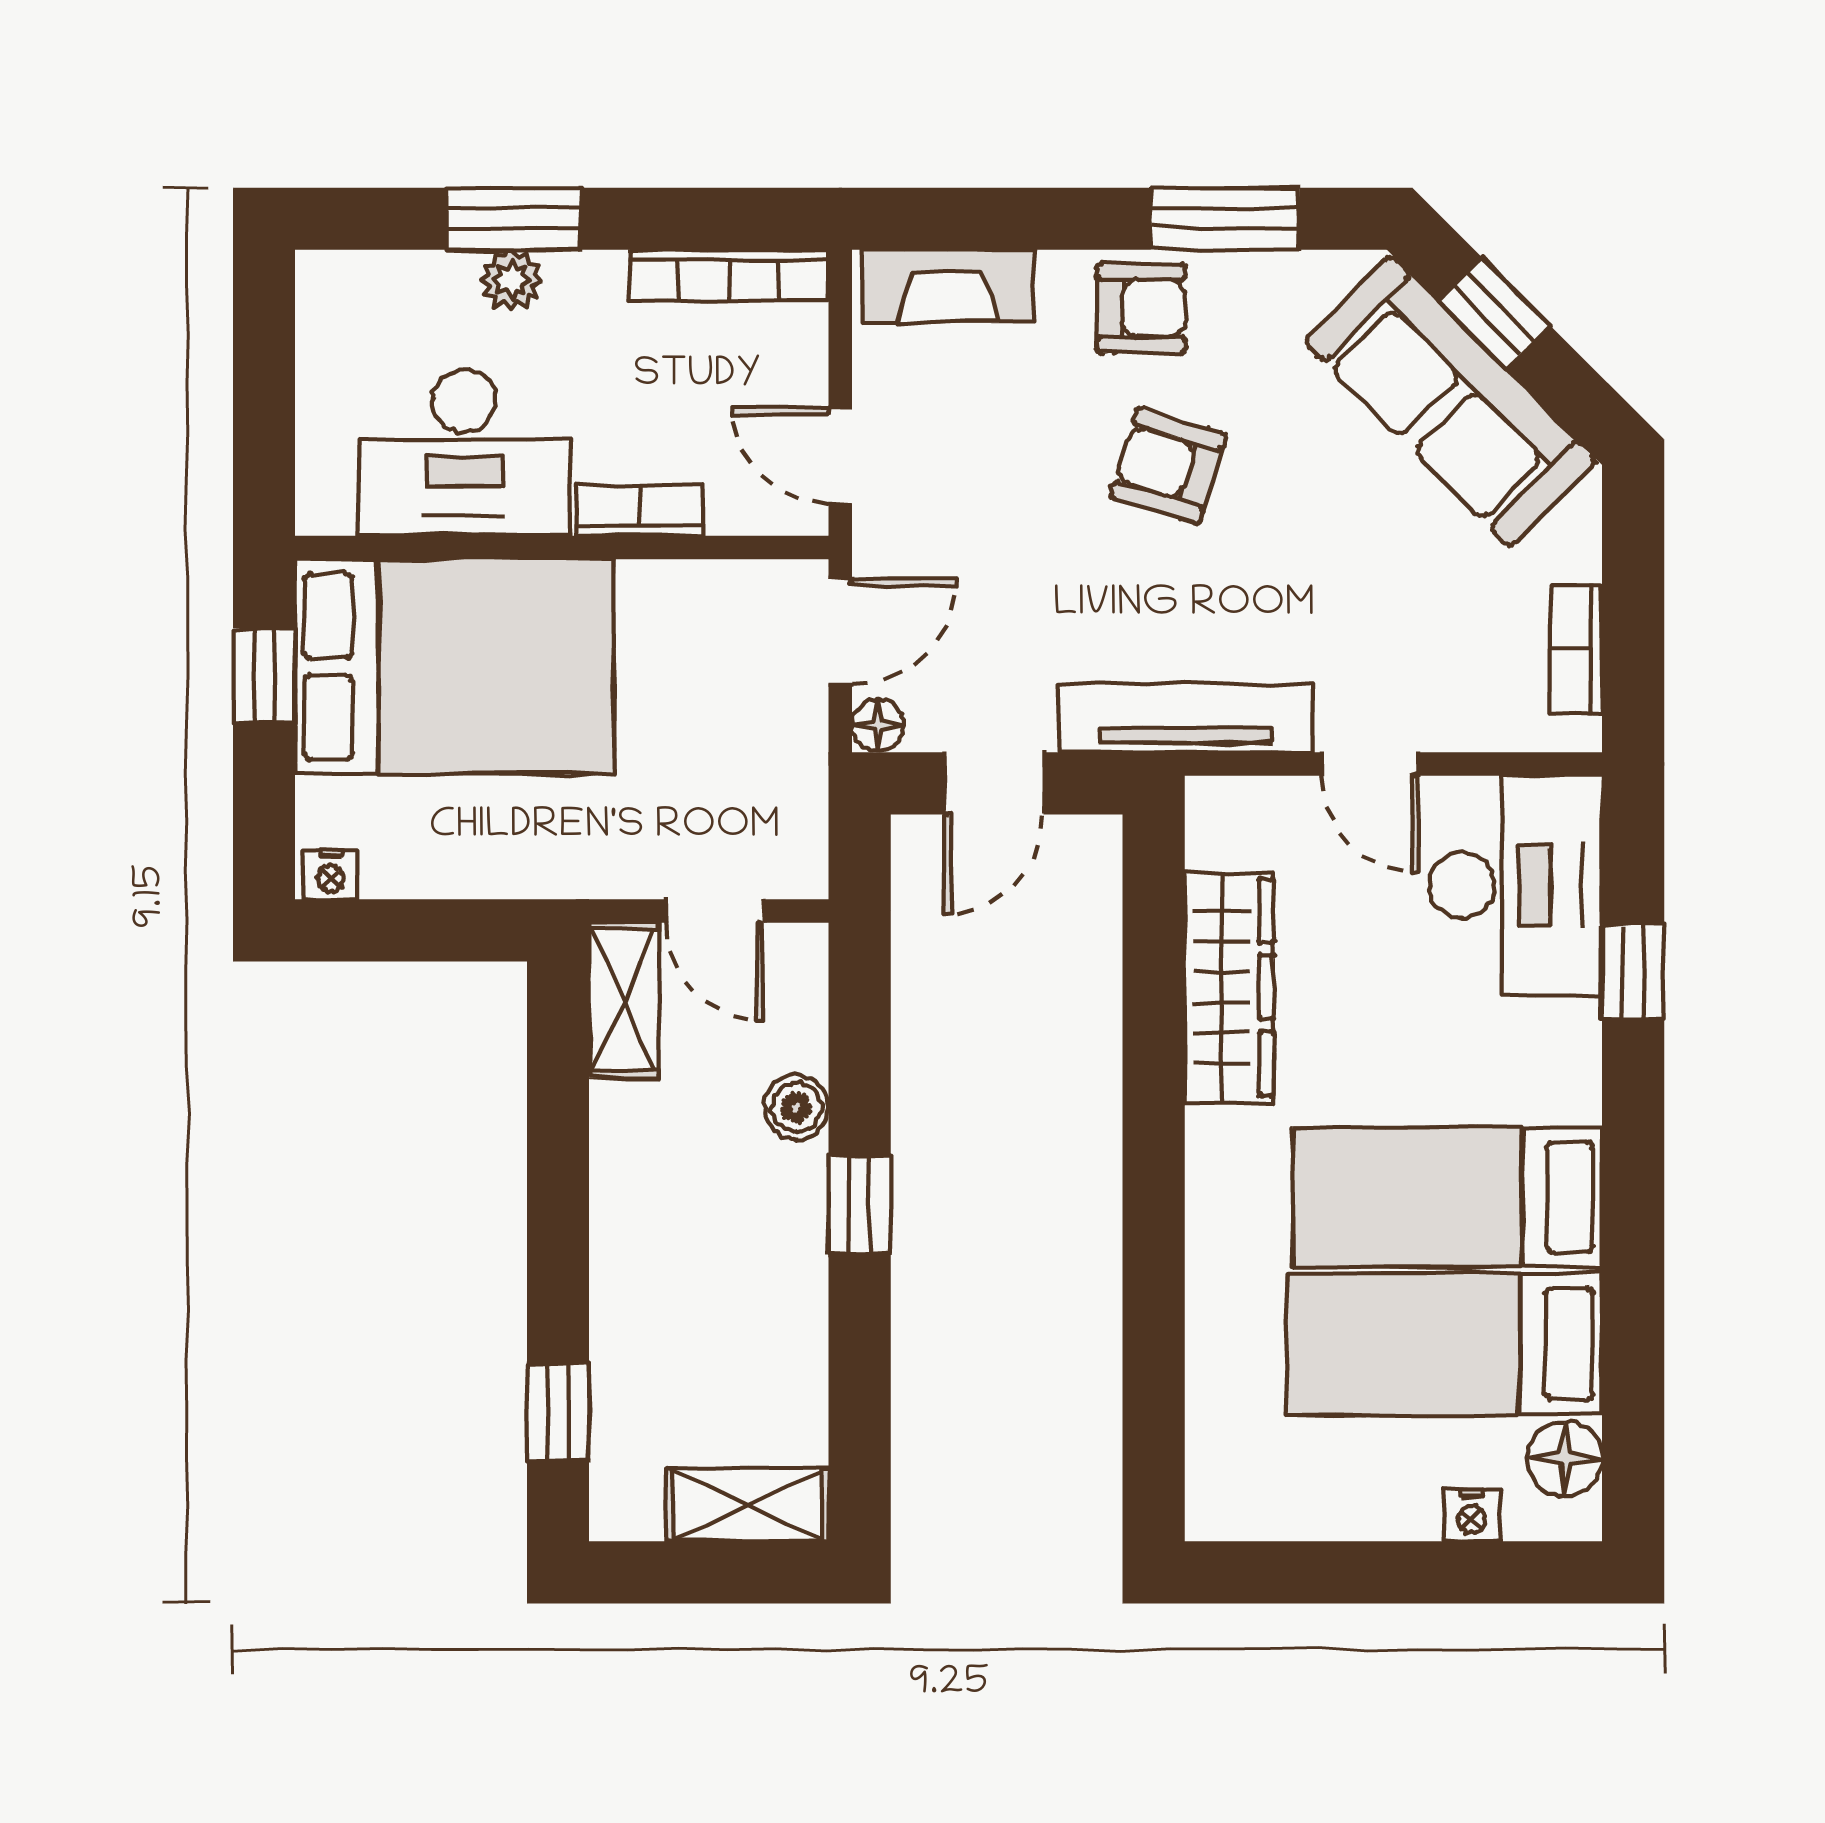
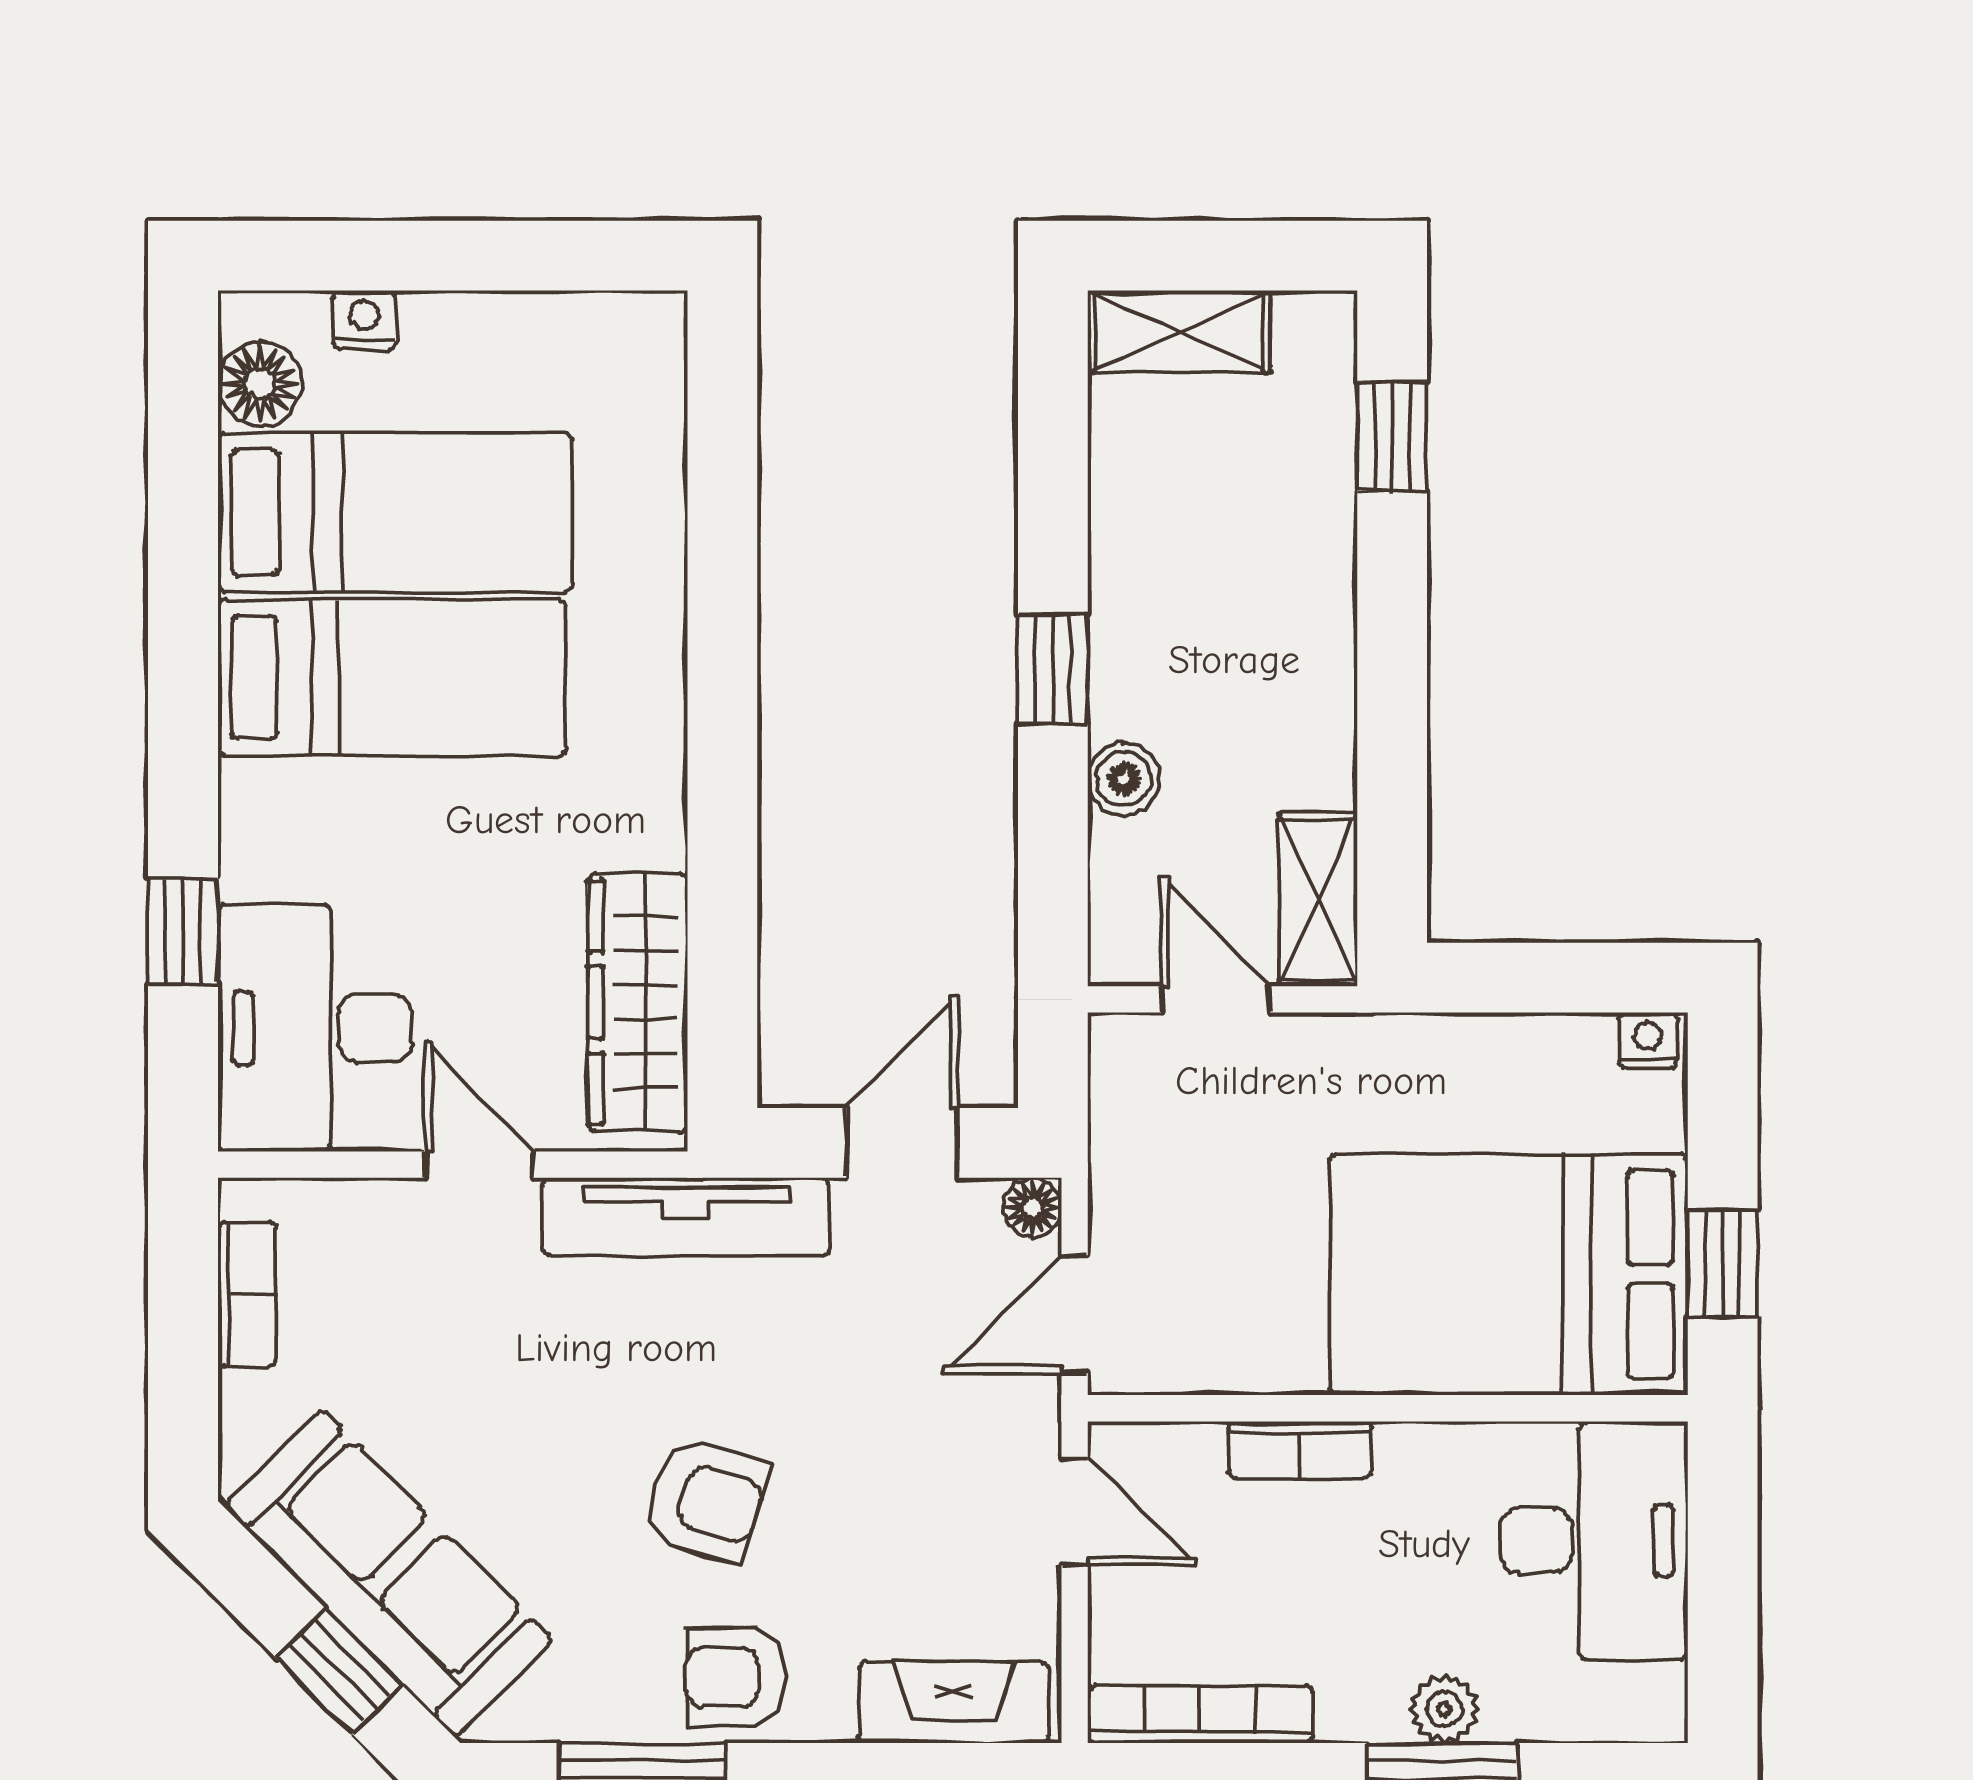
desk: (464, 453) -> (1594, 1541), moved, turned 90
wardrobe: (1229, 987) -> (638, 1002), moved

